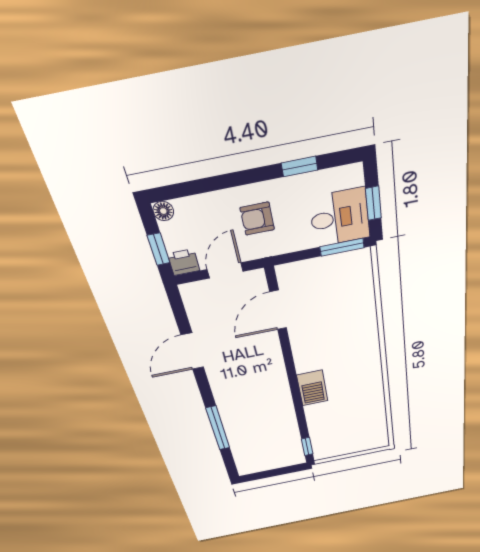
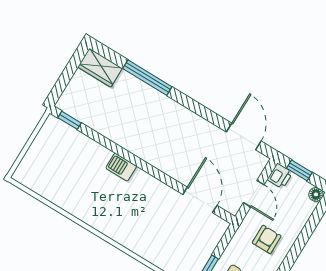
door: (192, 351) -> (244, 136), moved
barbecue: (312, 388) -> (121, 167), width x0.73, depth x0.79
wardrobe: (246, 460) -> (100, 68), added

